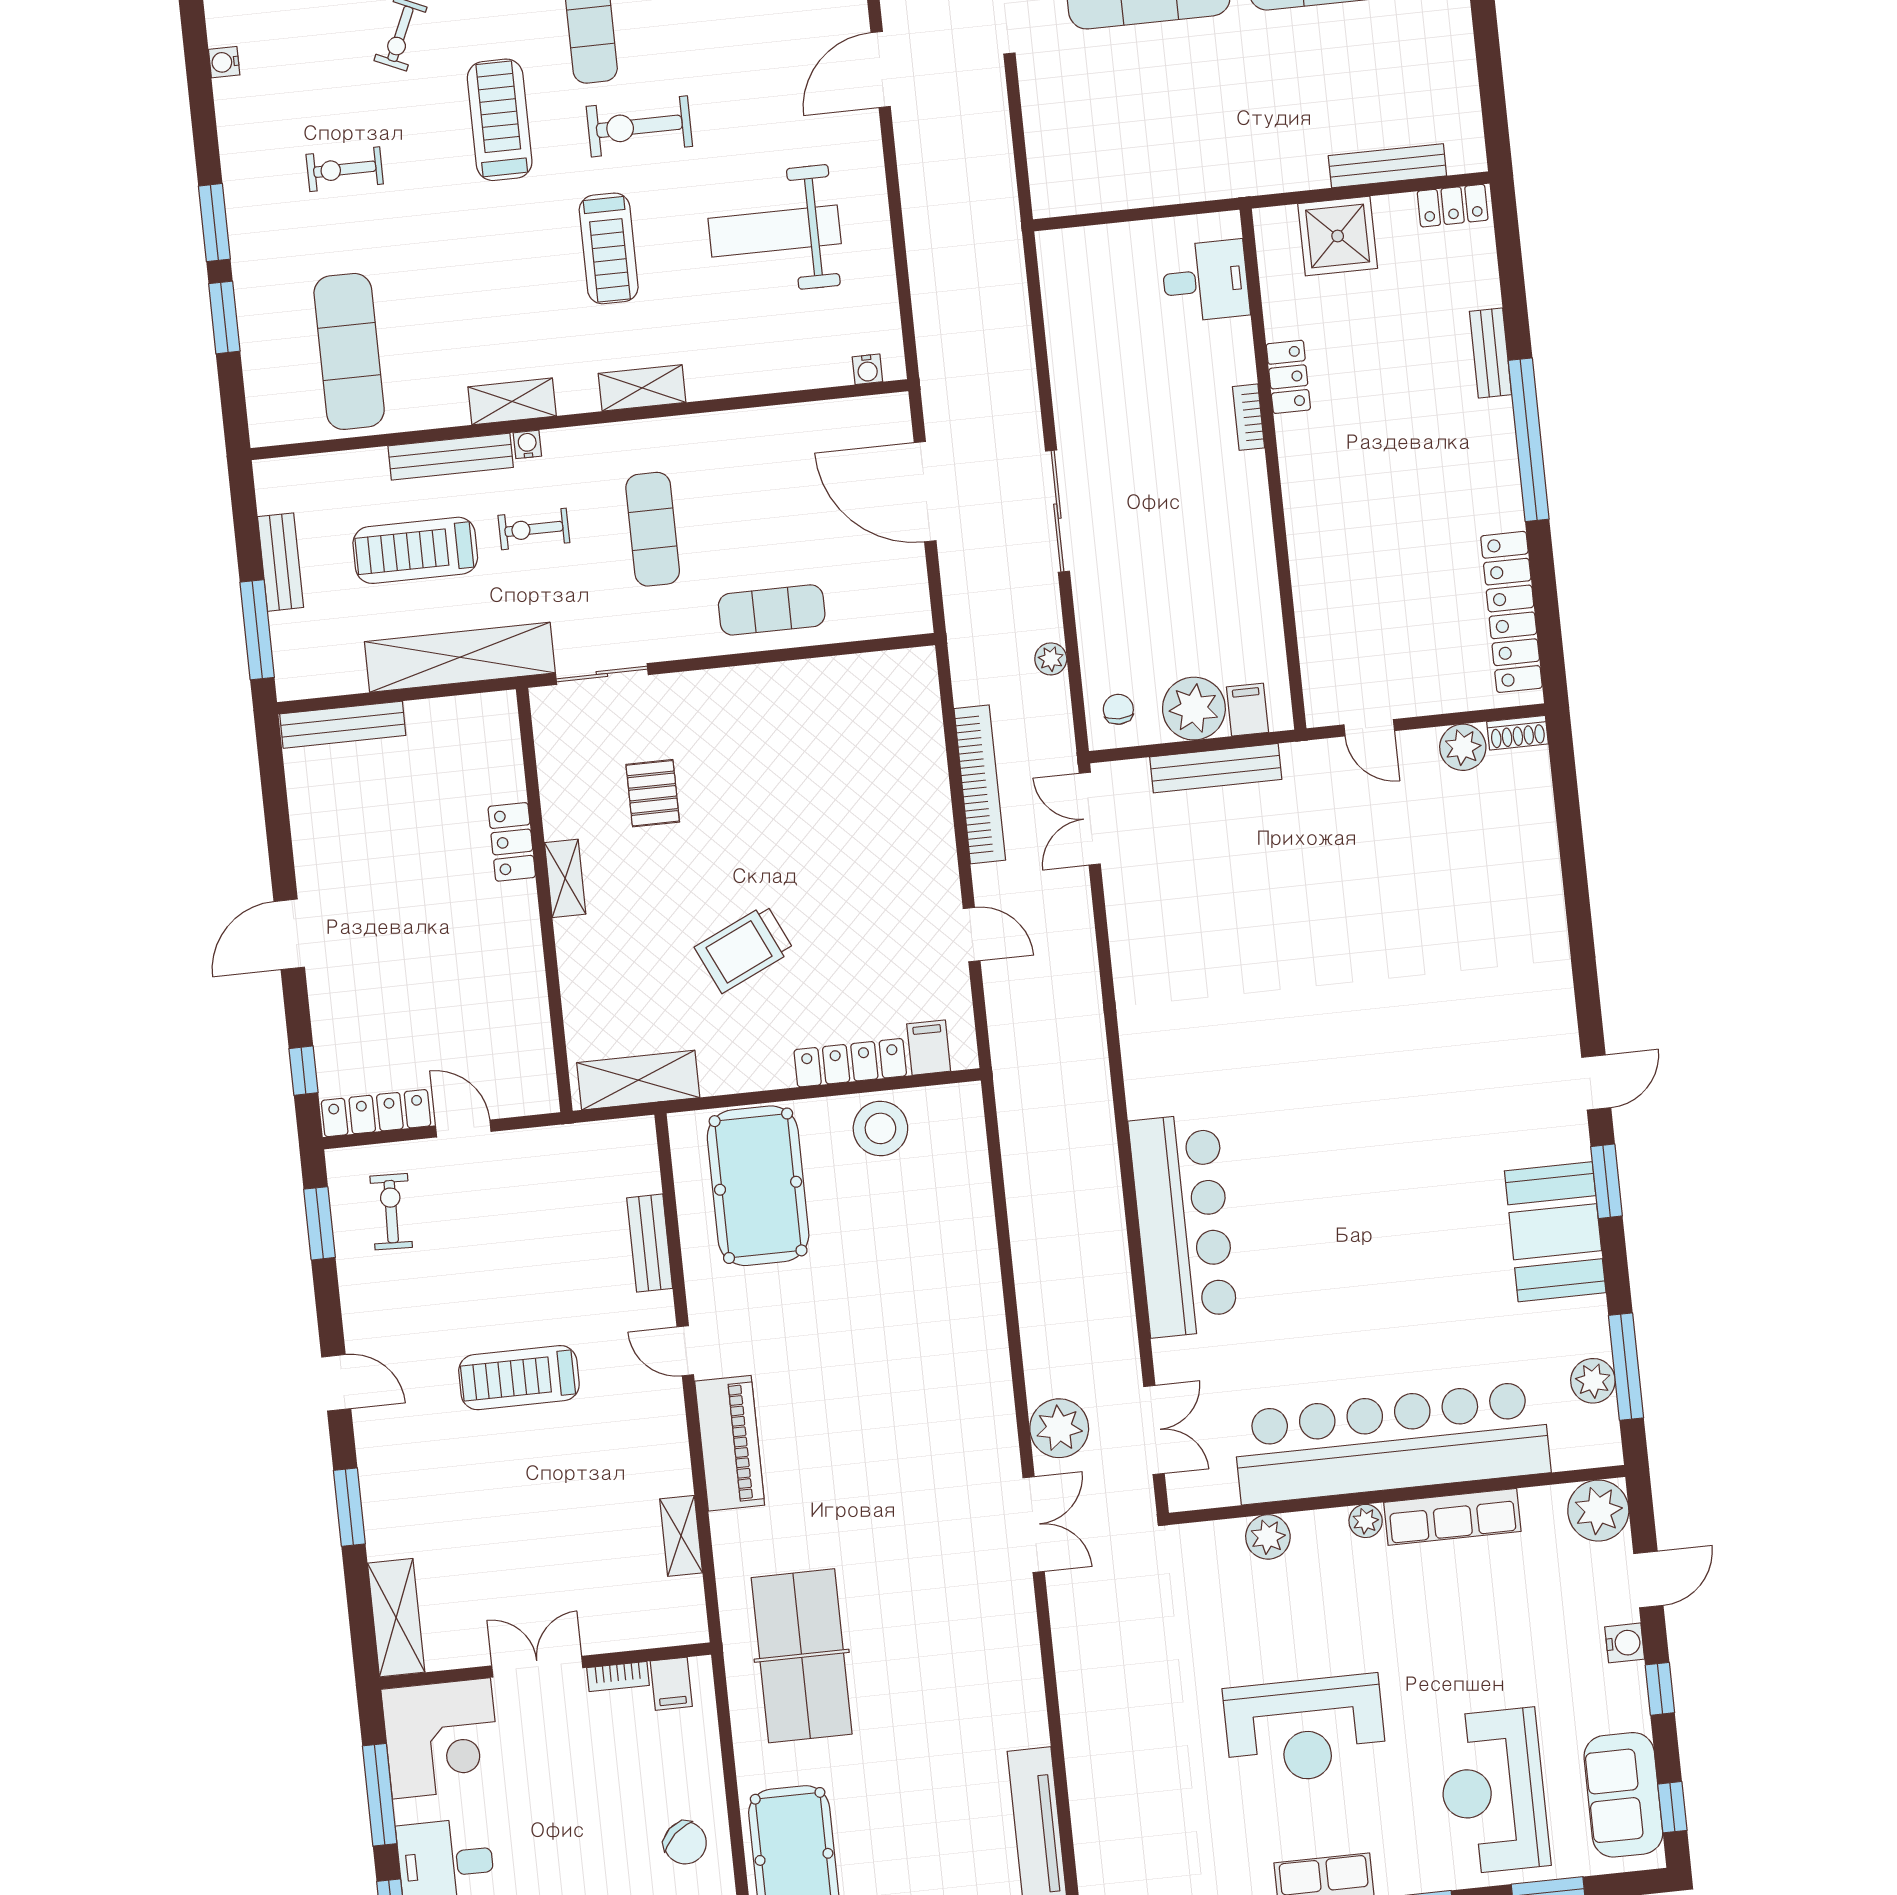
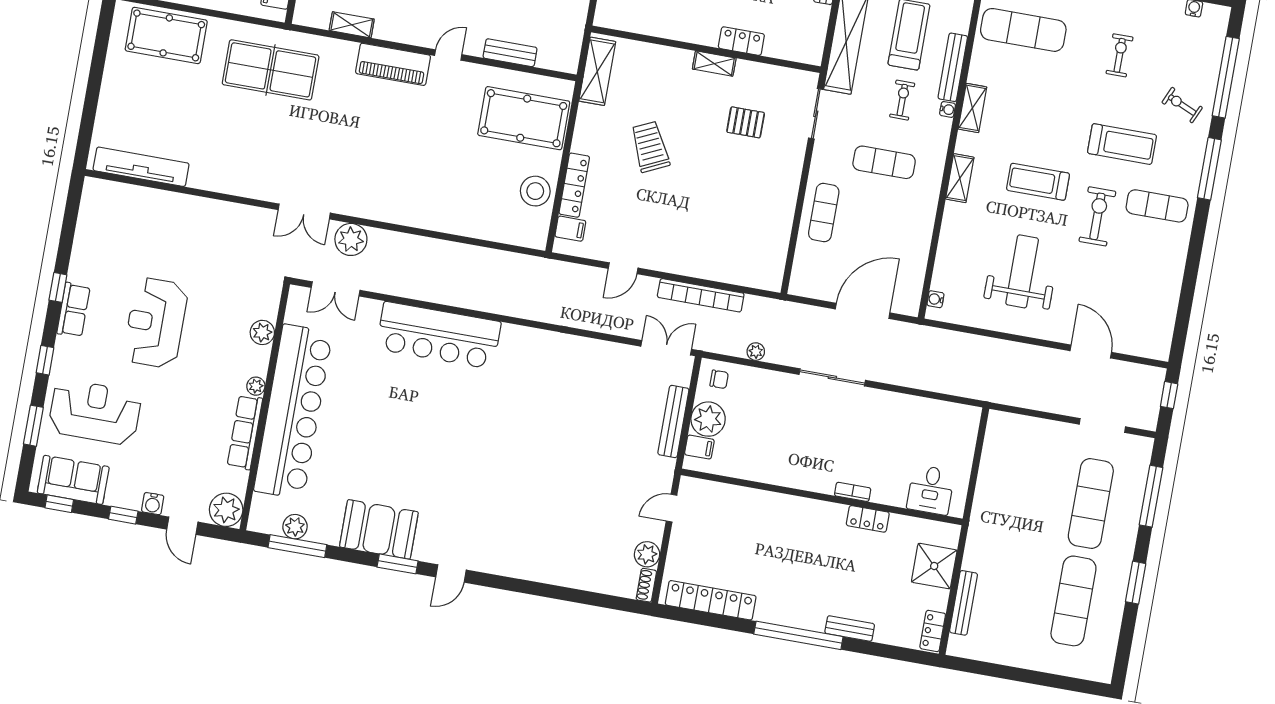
door: (1596, 1082) -> (451, 574), hinge flipped

